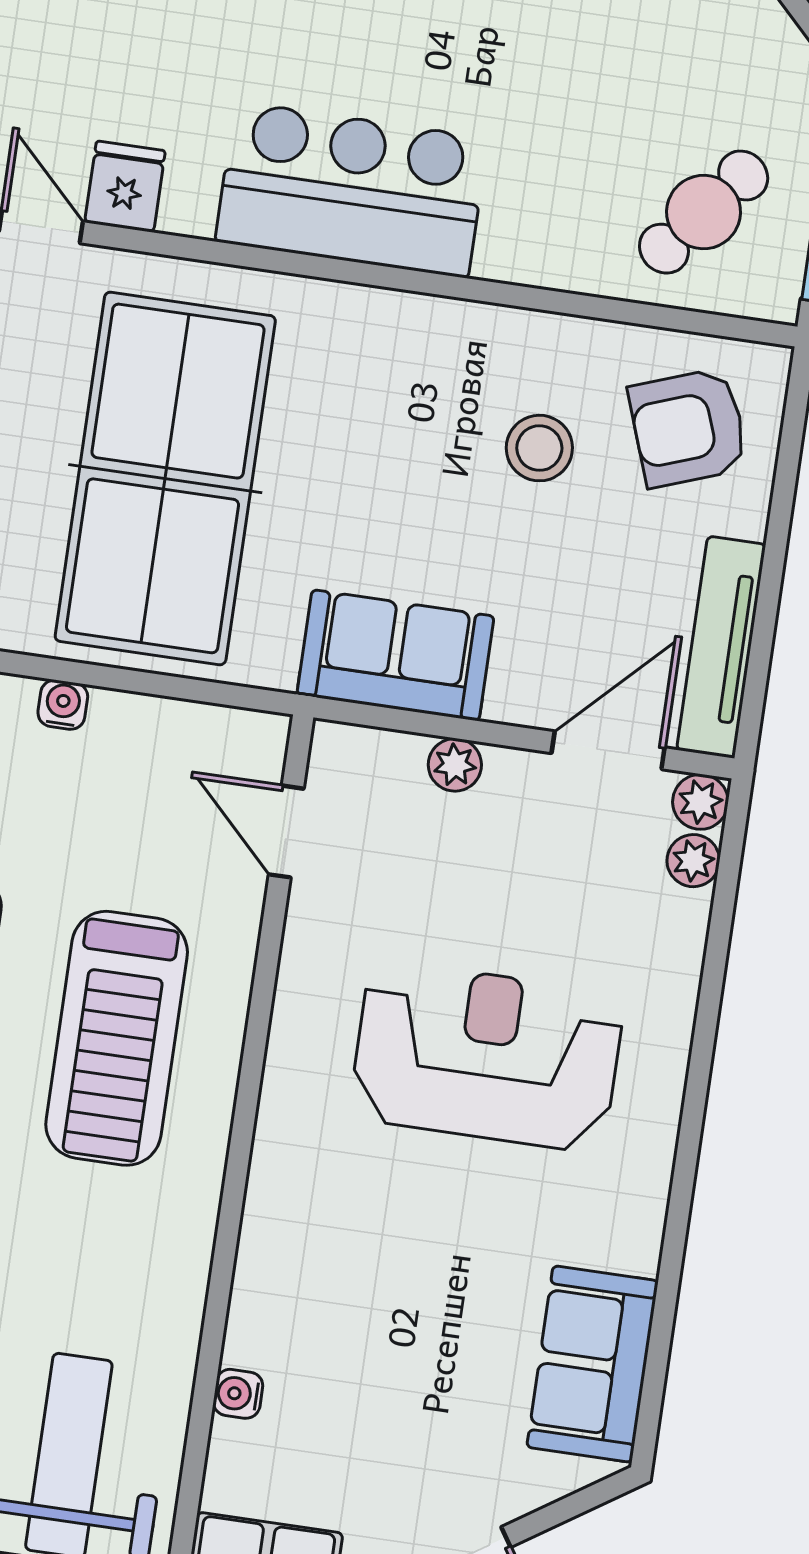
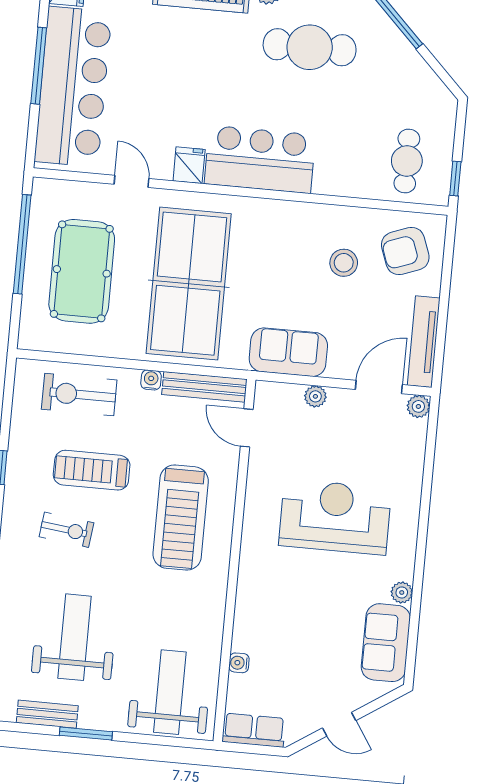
fridge: (125, 187) -> (189, 165), moved
cafe table: (704, 212) -> (407, 161), turned -39
bench: (190, 728) -> (204, 387), added
plant: (693, 861) -> (402, 592), moved

